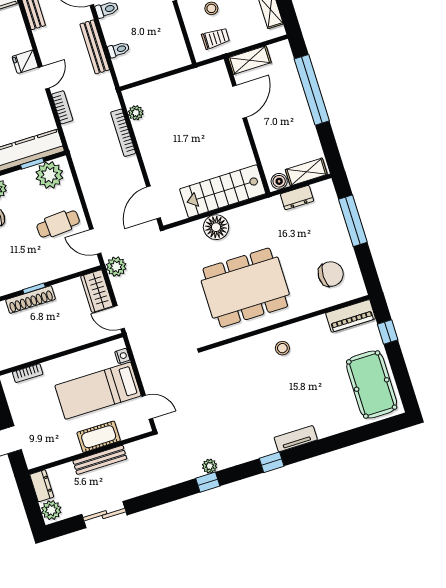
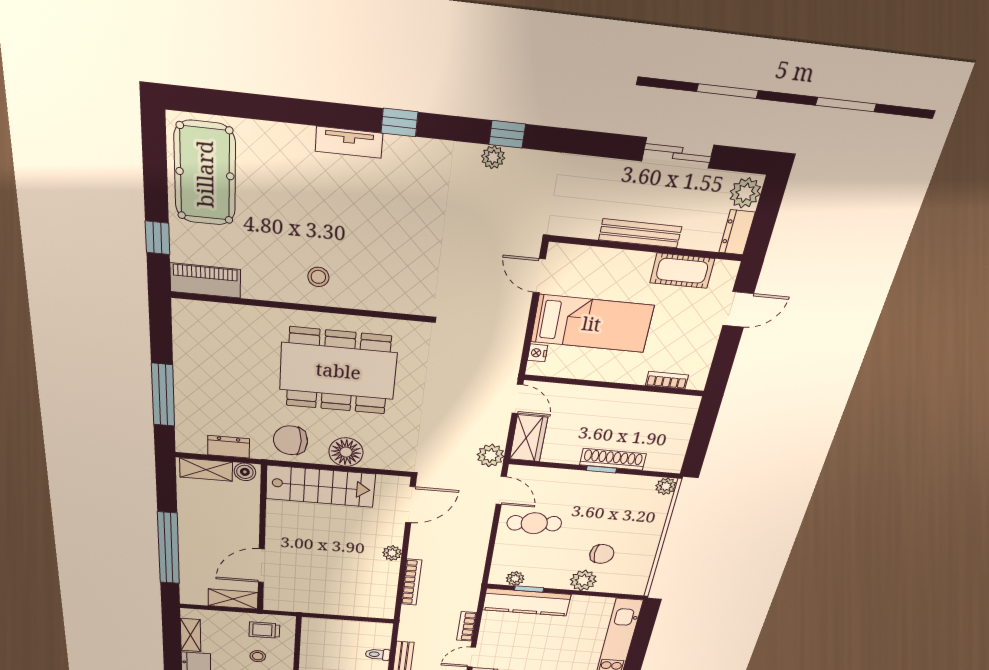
plant: (136, 113) -> (392, 553), moved
plant: (49, 175) -> (515, 579), width x0.53, depth x0.53
chair: (331, 274) -> (291, 440), moved
cot: (99, 437) -> (682, 271), moved

